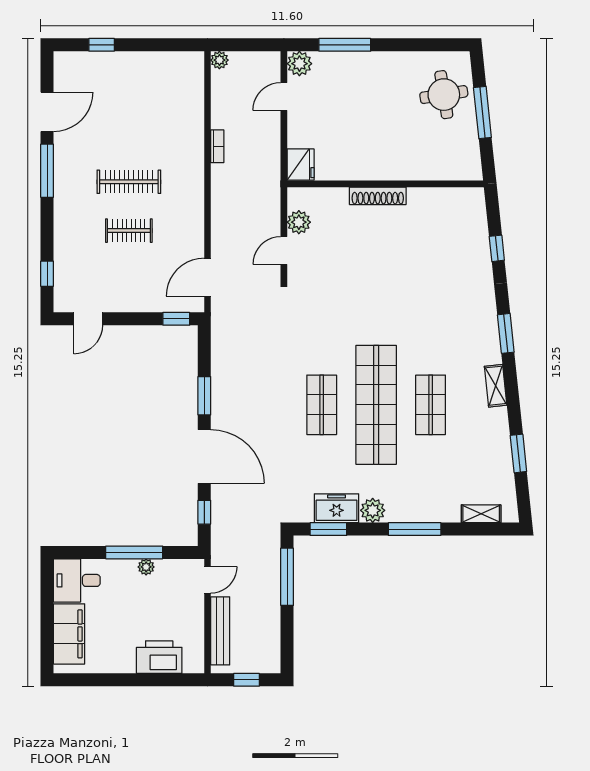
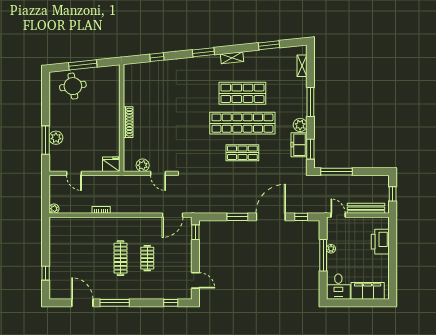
plant: (299, 64) -> (56, 138), moved
door: (207, 277) -> (173, 215), hinge flipped
shop shelf: (431, 405) -> (242, 93), width x1.43, depth x1.36

